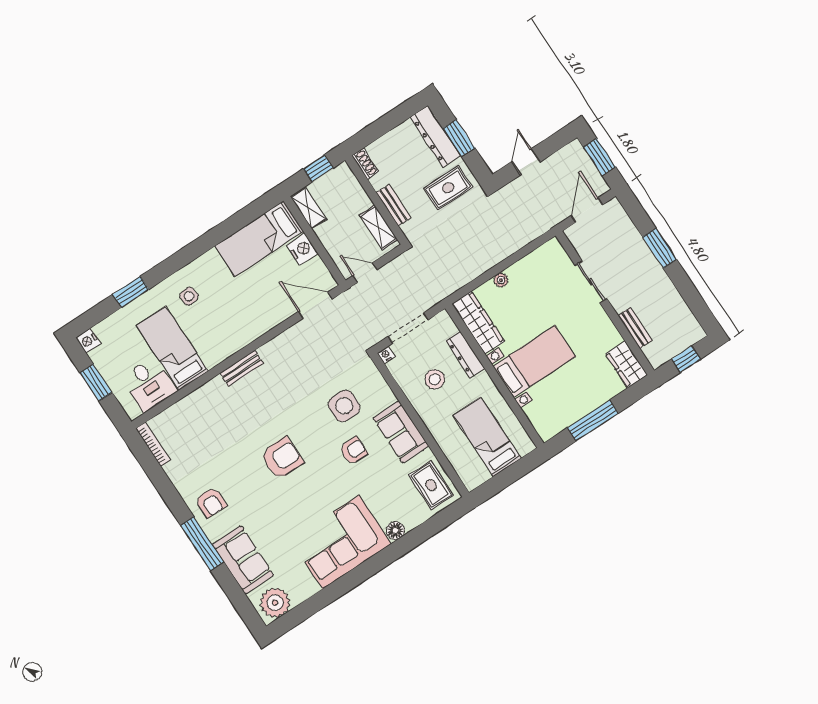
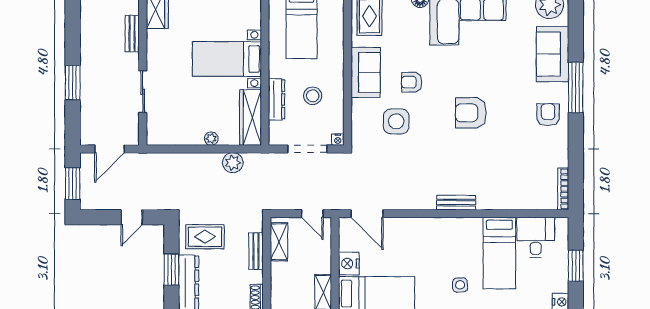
plant: (467, 271) -> (233, 163), added

